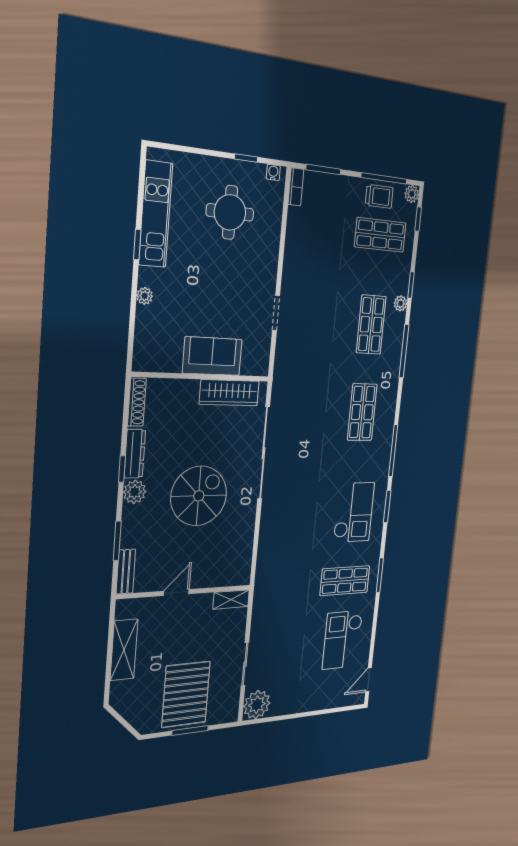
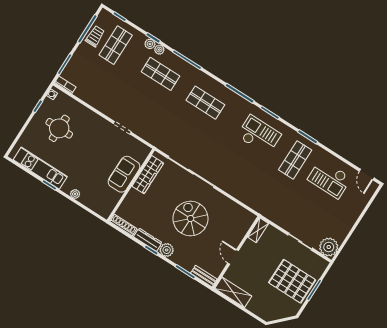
plant: (412, 194) -> (150, 44), moved
shelving: (124, 650) -> (233, 292), moved

